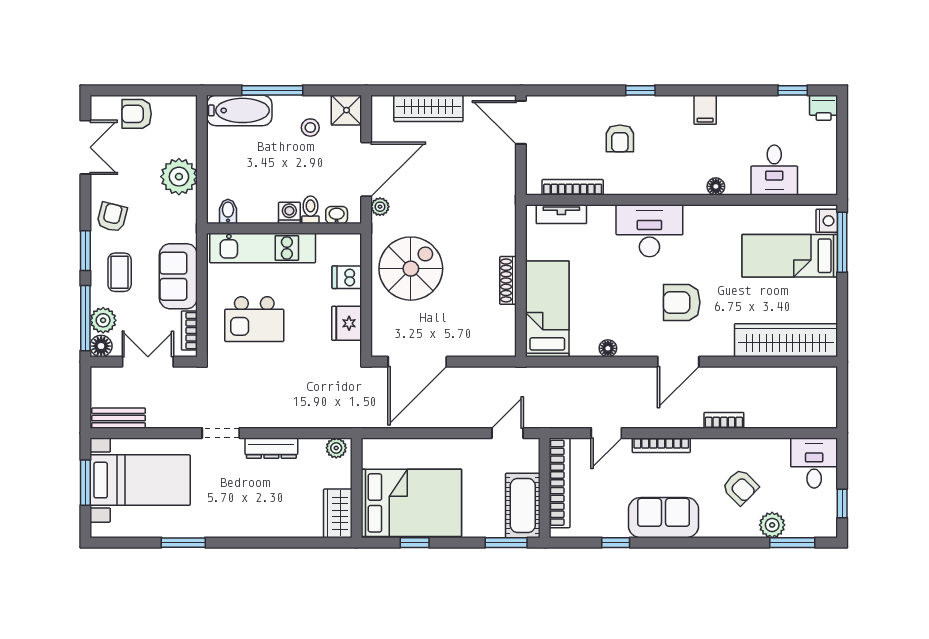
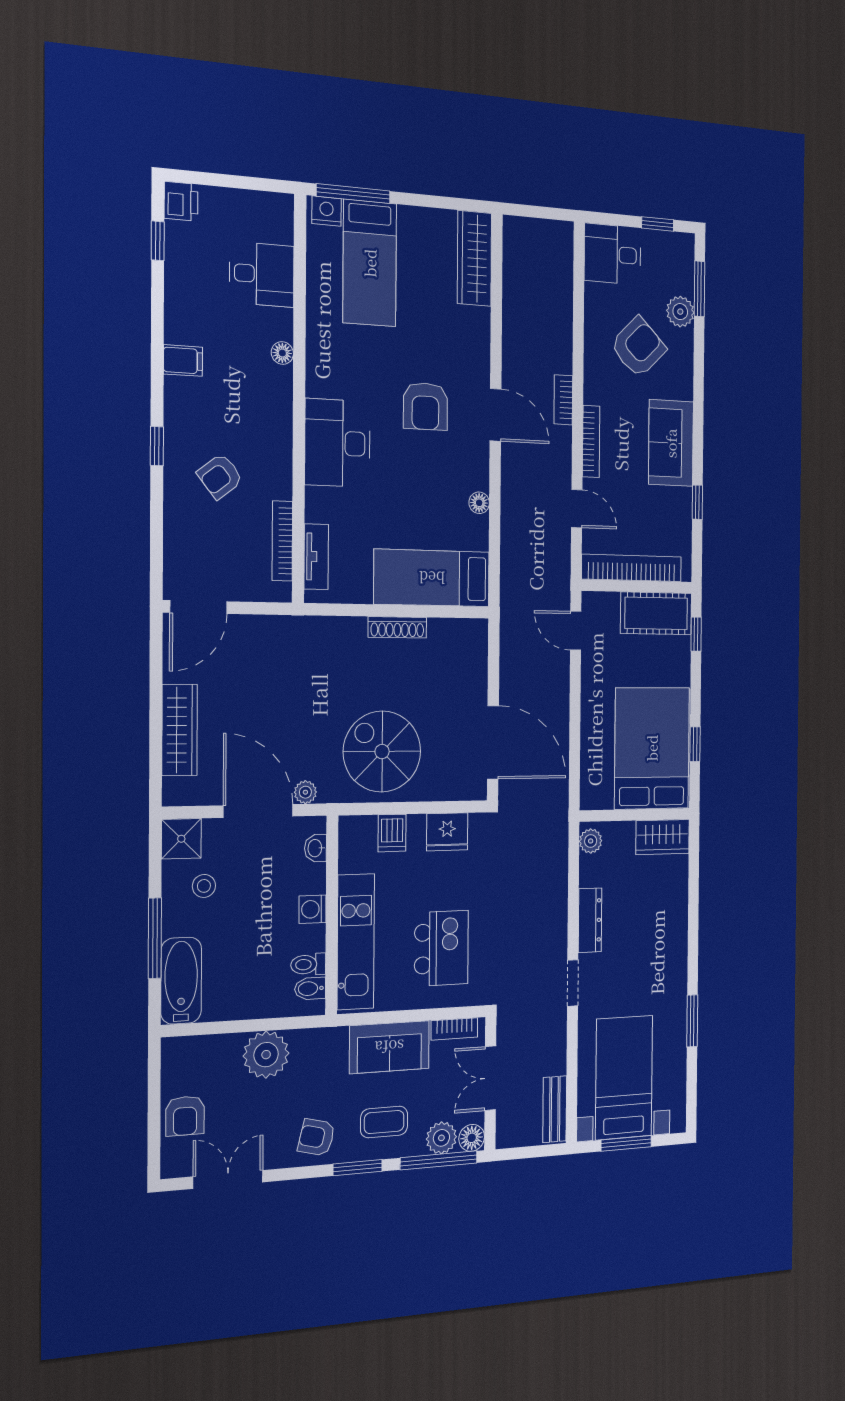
armchair: (620, 138) -> (220, 476), turned 142
toilet: (310, 210) -> (308, 964), moved
wardrobe: (786, 340) -> (474, 258), width x0.71, depth x0.85
bookcase: (724, 420) -> (563, 400), moved
armchair: (740, 487) -> (638, 347), width x1.38, depth x1.38
window: (506, 543) -> (696, 634), width x0.67

